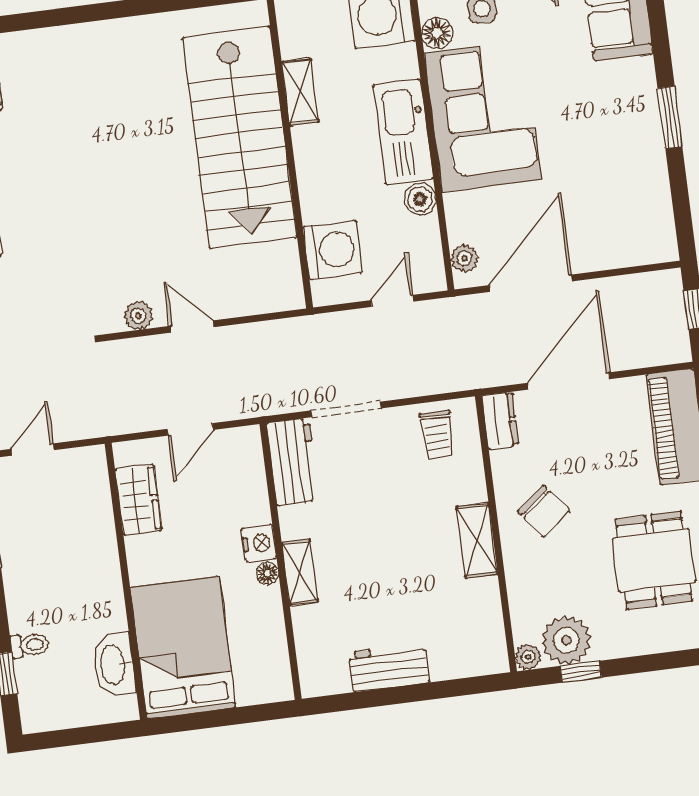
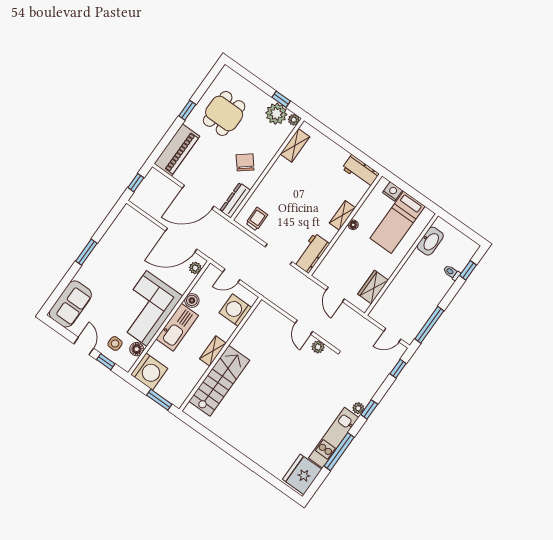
shelving: (300, 92) -> (213, 351), moved
stairs: (240, 137) -> (219, 381), width x0.73, depth x0.66
dresser: (500, 421) -> (235, 200), width x1.44
door: (190, 429) -> (335, 294), swing flipped
shelving: (477, 540) -> (295, 145), moved
nightstand: (259, 543) -> (392, 191), moved, turned 90
bed: (183, 647) -> (397, 222), width x0.67
workbench: (389, 668) -> (361, 171), moved

